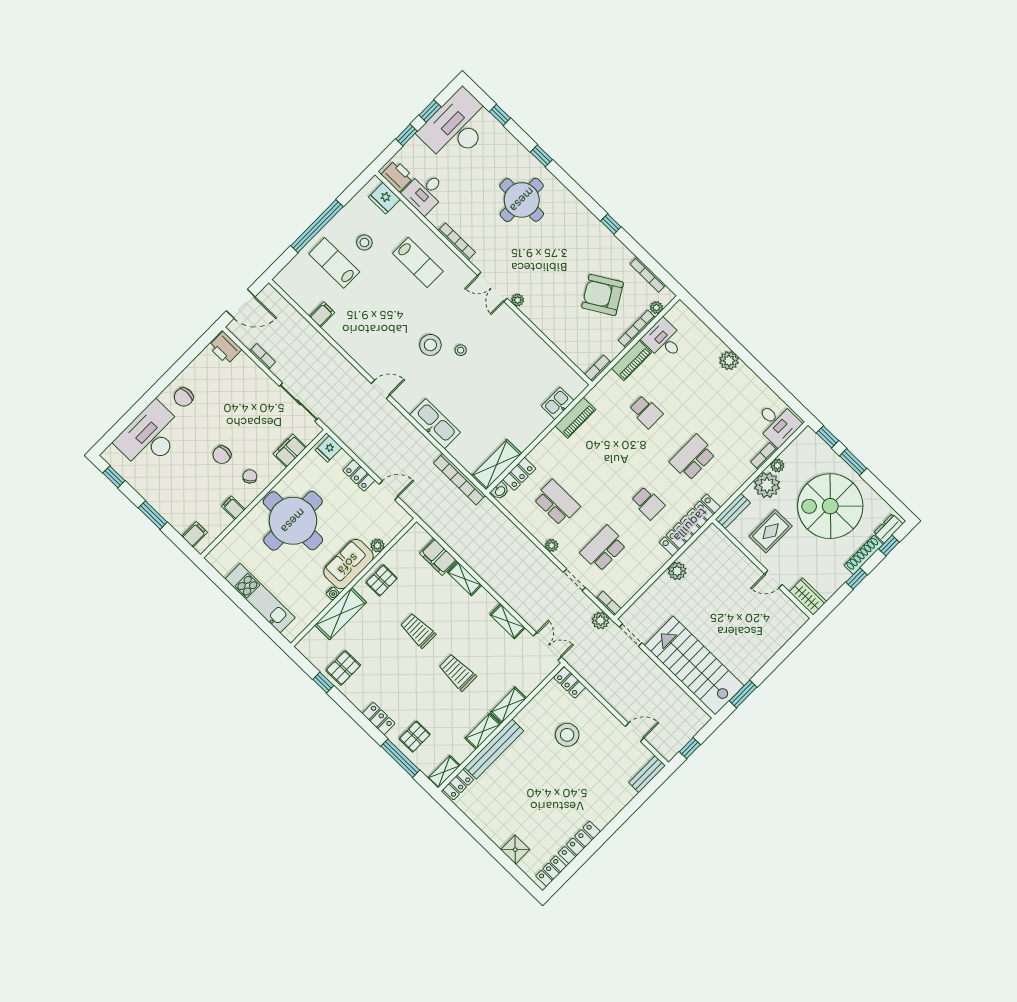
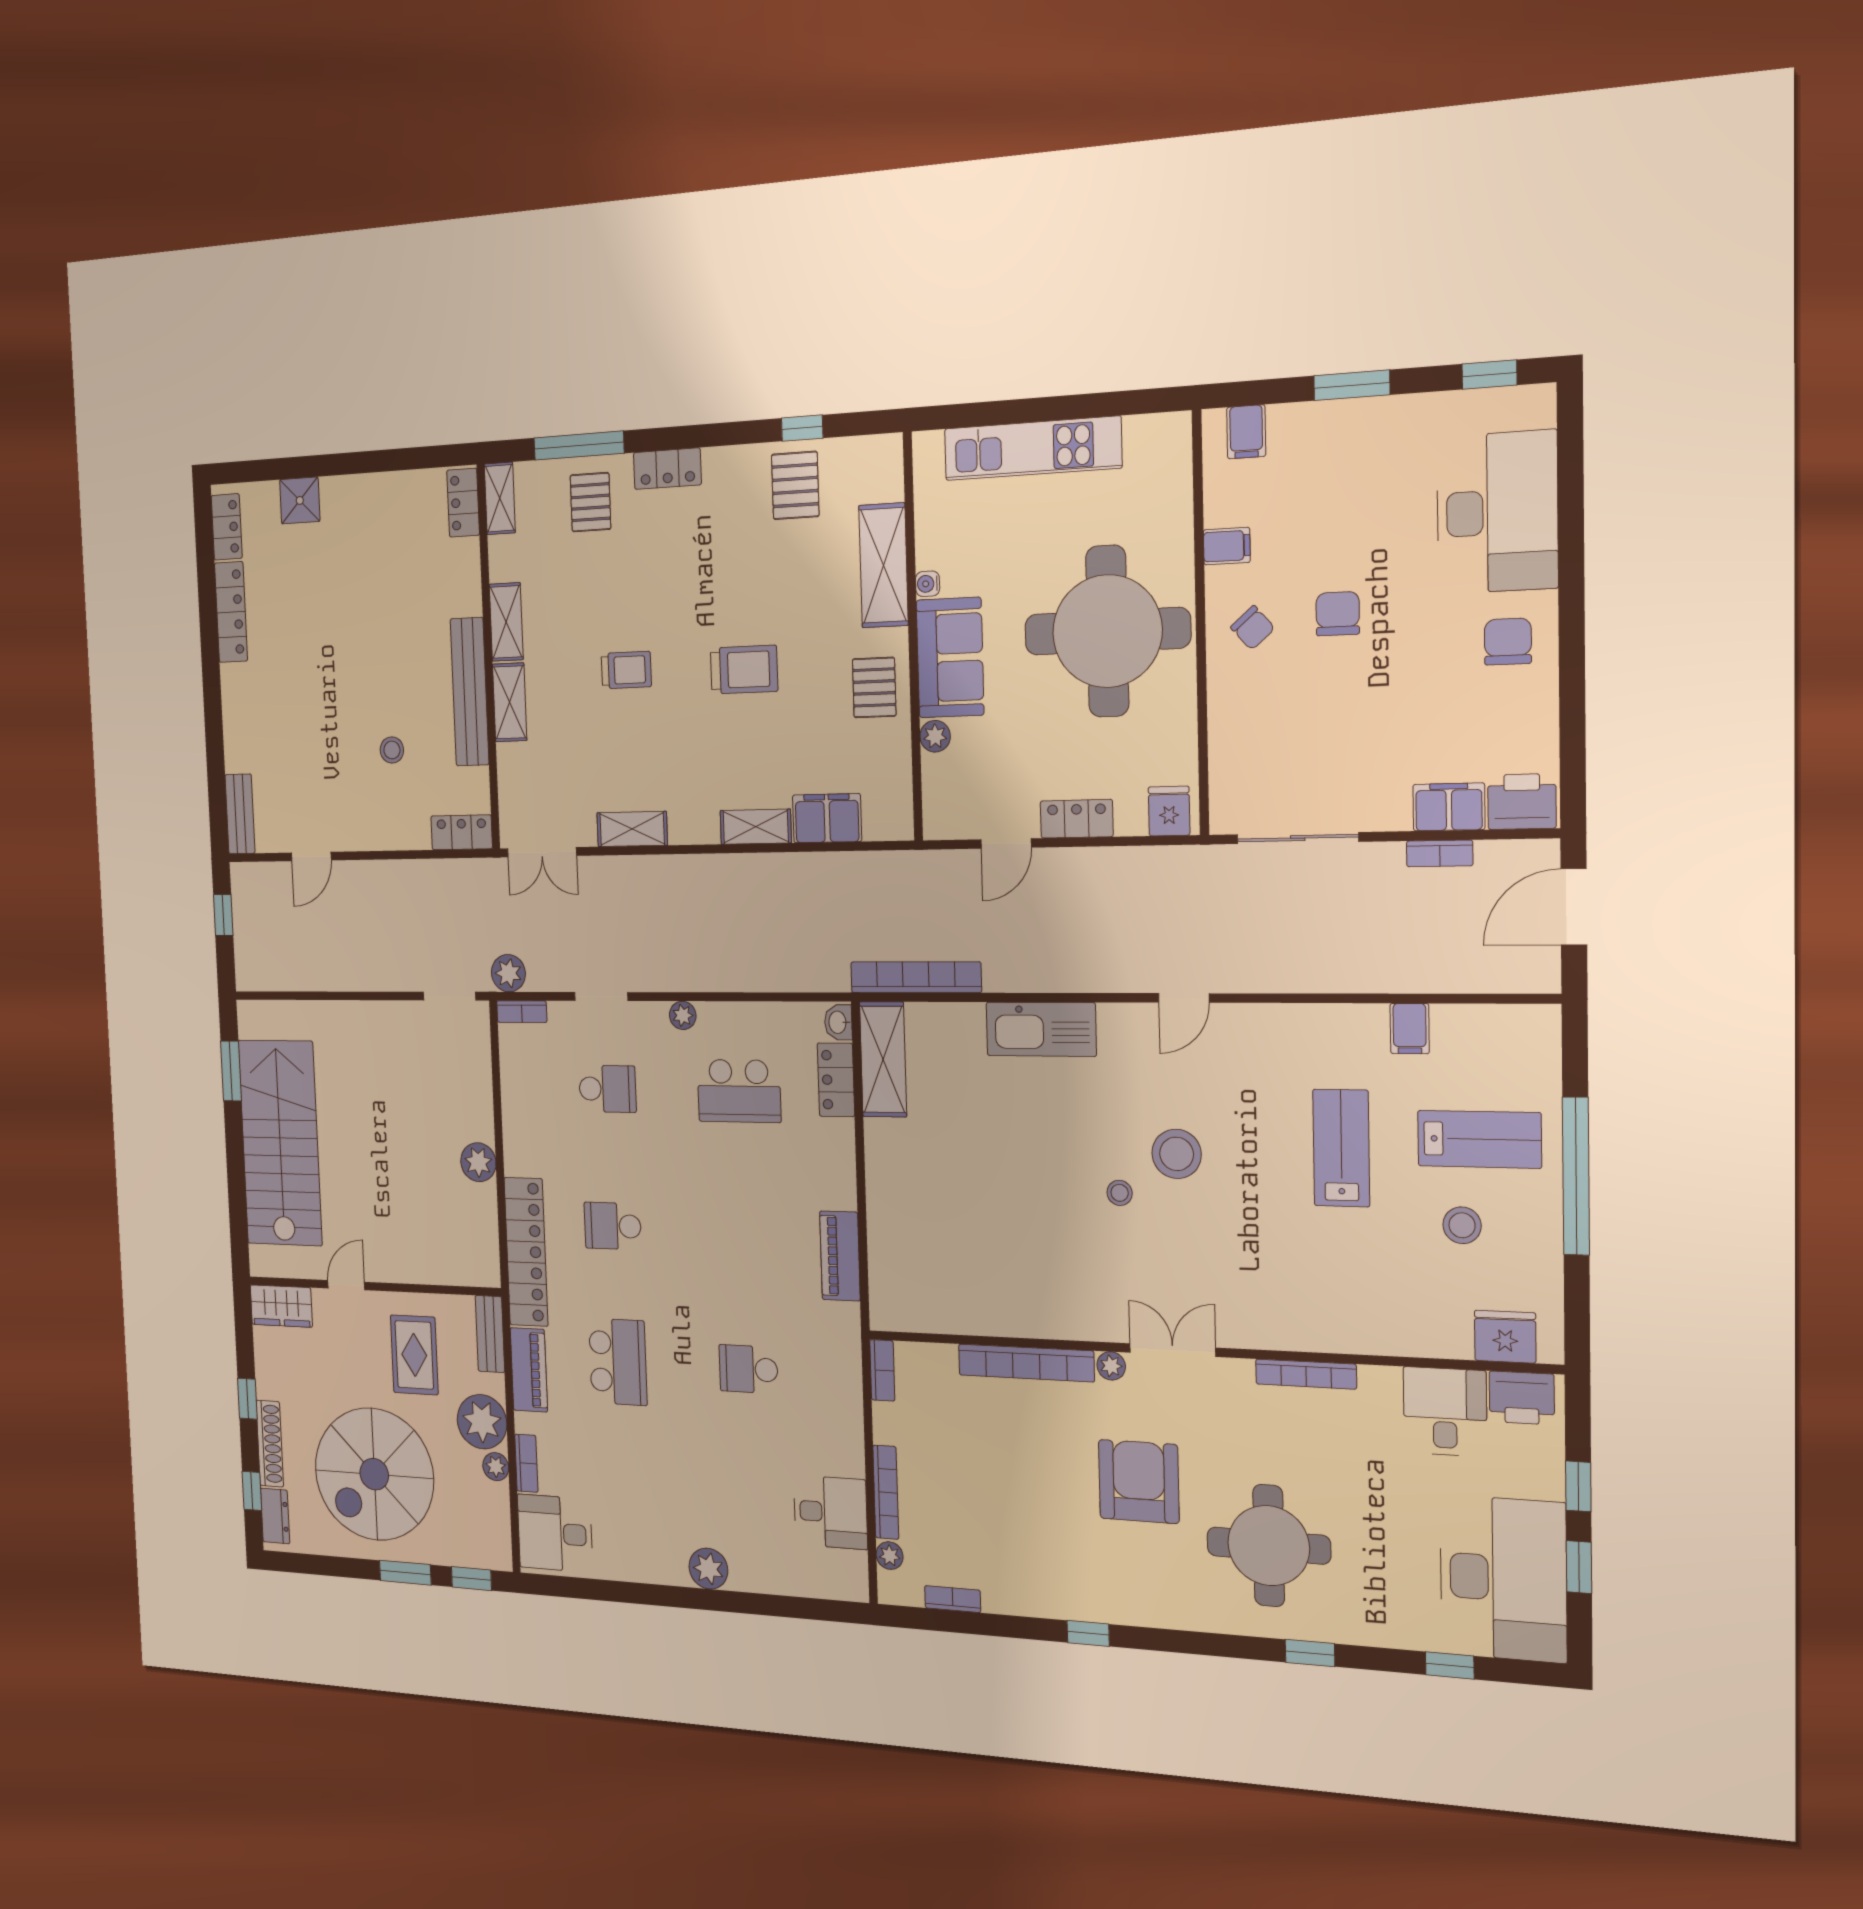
lab bench: (418, 262) -> (1341, 1148), moved, turned 90
bookcase: (648, 275) -> (953, 1599), width x0.64
armchair: (603, 295) -> (1139, 1482), moved, turned -59
bookcase: (545, 326) -> (1026, 1363), added
piano: (631, 360) -> (529, 1370), moved, turned 180
kitchen sink: (558, 403) -> (888, 1253), removed
filing cabinet: (290, 451) -> (1449, 807), moved, turned -90
spiral stairs: (830, 506) -> (374, 1474), turned 180
school desk: (603, 549) -> (607, 1089), width x0.54
stairs: (694, 666) -> (280, 1143), moved, turned -90
trolley: (457, 672) -> (626, 670), width x0.73, depth x0.72
stool: (567, 735) -> (392, 750), width x0.53, depth x0.53
bench: (494, 749) -> (470, 692), moved

